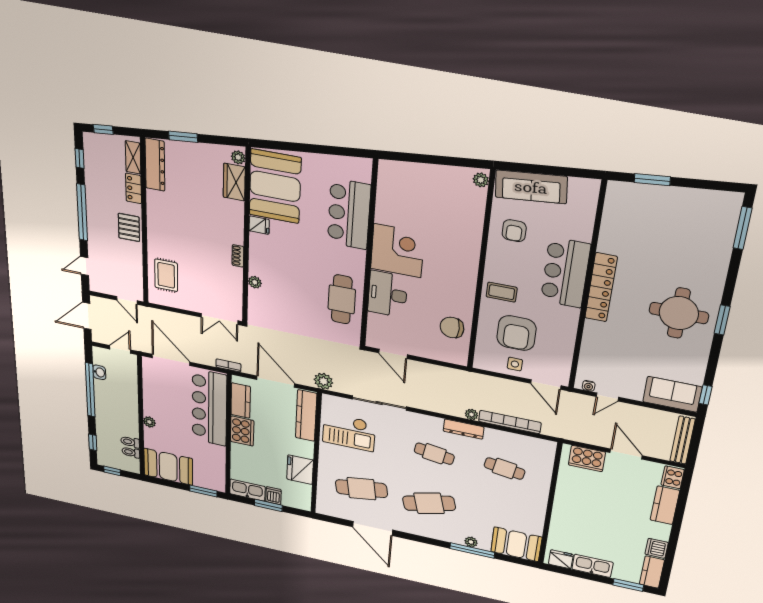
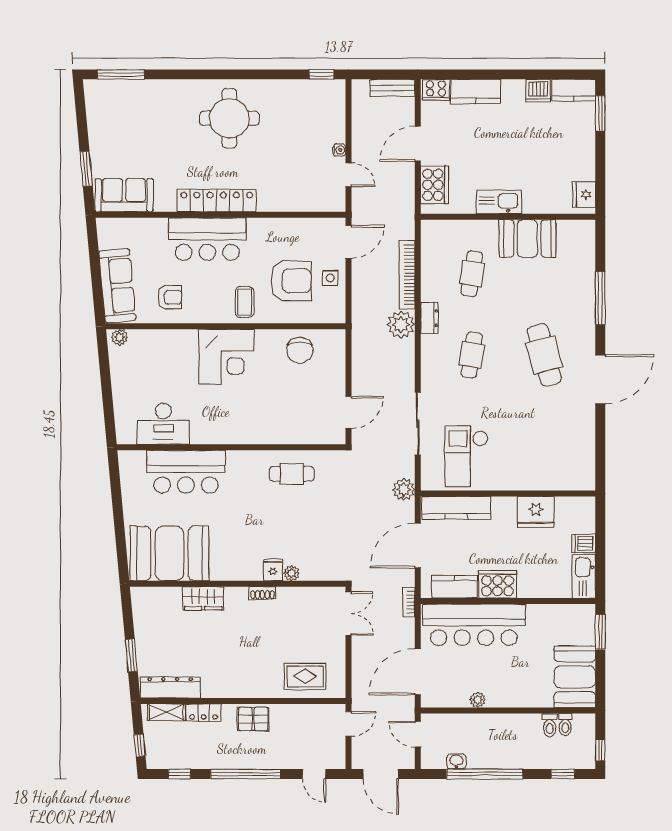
plant: (238, 157) -> (144, 595), removed
wardrobe: (234, 182) -> (203, 598), moved
fridge: (259, 225) -> (273, 570), moved
corner desk: (397, 251) -> (226, 357), moved, turned 180
desk: (388, 294) -> (163, 424), moved
cafe table: (342, 299) -> (292, 474), width x0.73, depth x0.74
window: (722, 320) -> (228, 74), removed
water cooler: (589, 386) -> (339, 150), moved
sofa: (672, 394) -> (124, 195), moved, turned 90
plant: (472, 414) -> (401, 325), width x1.88, depth x1.88
plant: (149, 422) -> (478, 700), moved
dresser: (464, 429) -> (429, 318), width x0.70
checkout: (349, 432) -> (467, 456), turned 180
bench: (683, 440) -> (392, 88), width x0.73
cafe table: (361, 489) -> (544, 437), removed
window: (268, 505) -> (600, 549), removed
door: (373, 528) -> (600, 379), moved
plant: (471, 542) -> (588, 301), removed
booth: (516, 544) -> (527, 238), moved, turned 90
kitchen sink: (593, 566) -> (499, 202), moved, turned 90

